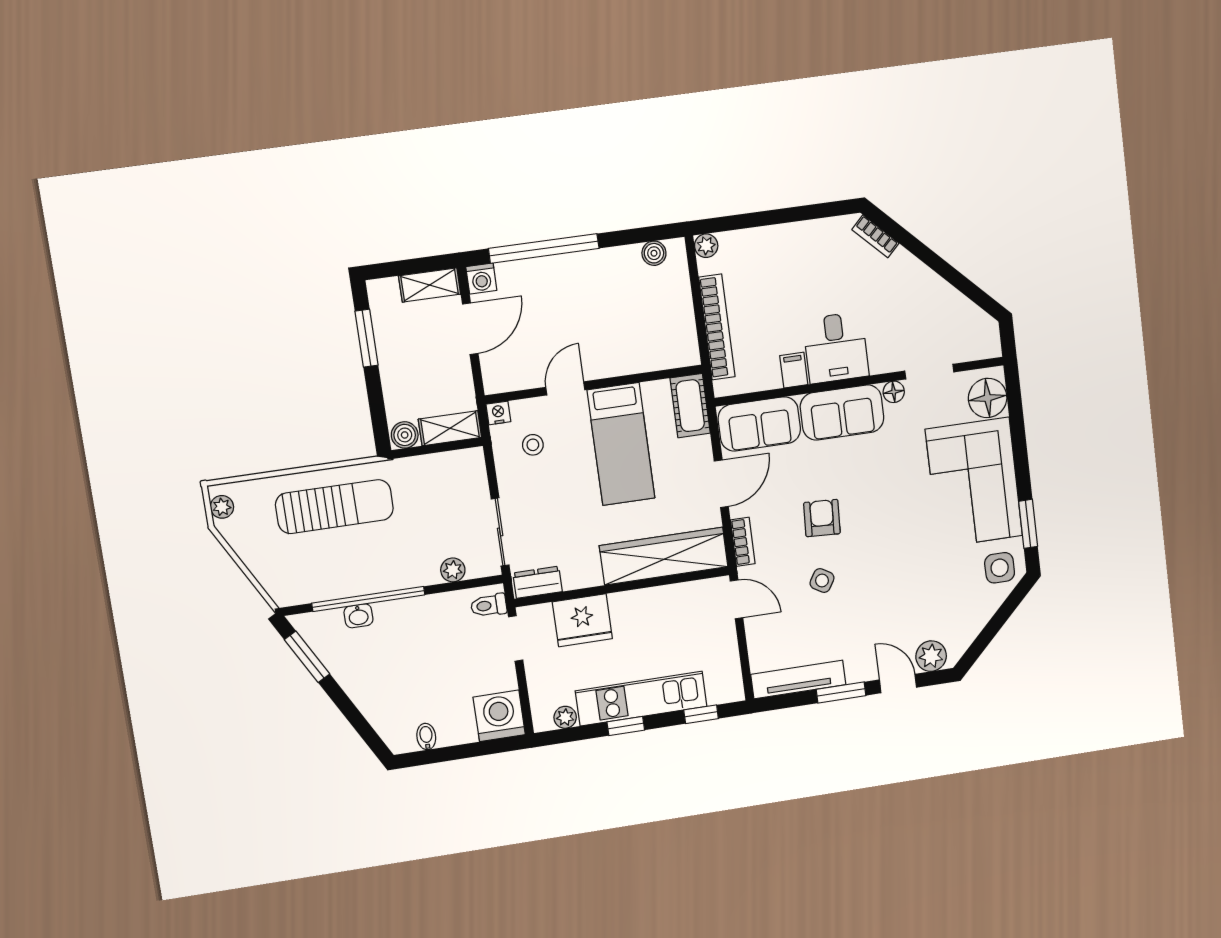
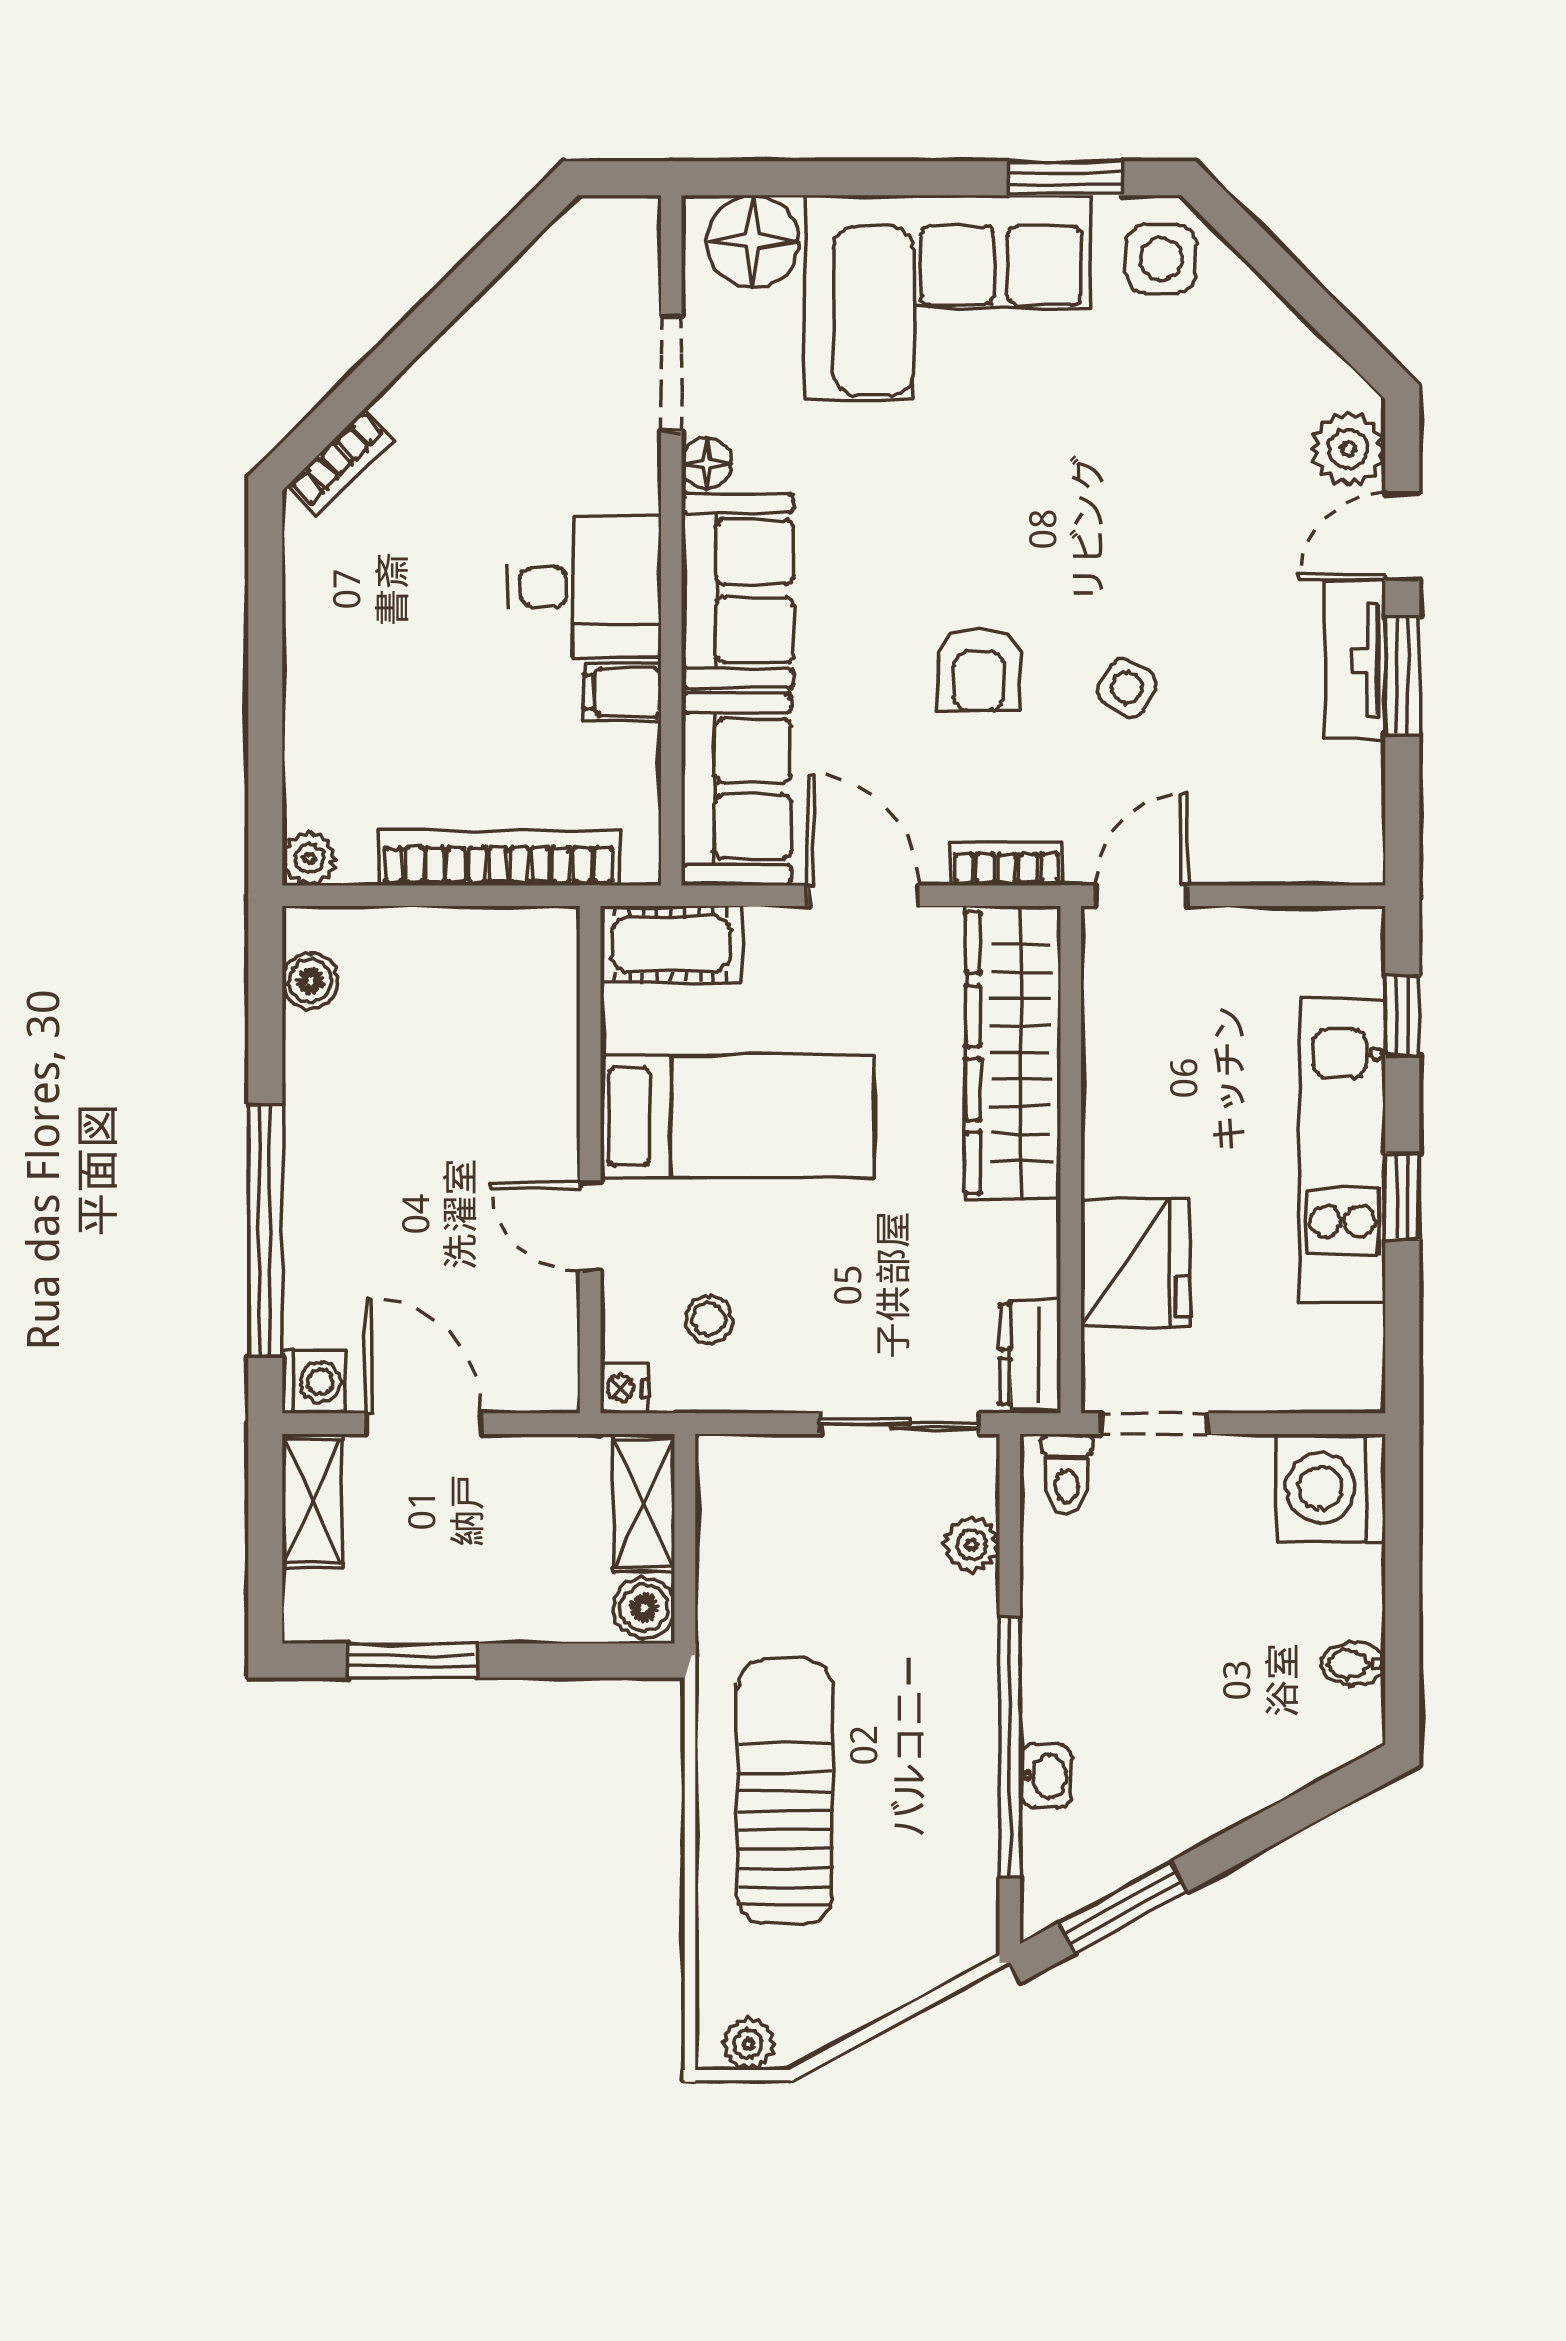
armchair: (822, 518) -> (979, 669), turned -93
tv unit: (798, 679) -> (1355, 660), moved, width x0.71
plant: (565, 717) -> (1359, 1335), removed

